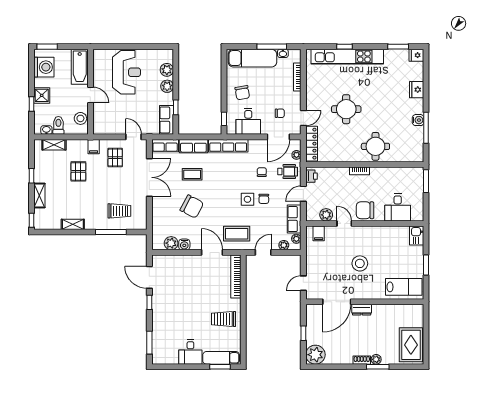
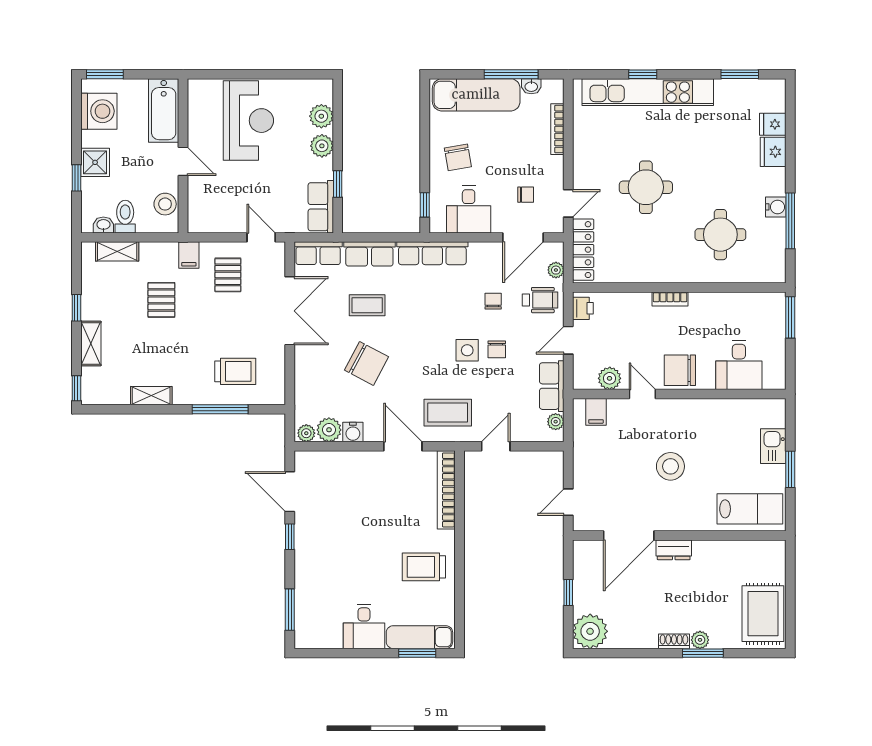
fridge: (416, 55) -> (773, 124), moved
round table: (375, 146) -> (720, 235), moved
kitchen sink: (417, 236) -> (773, 446), moved
plant: (284, 245) -> (306, 433), moved

